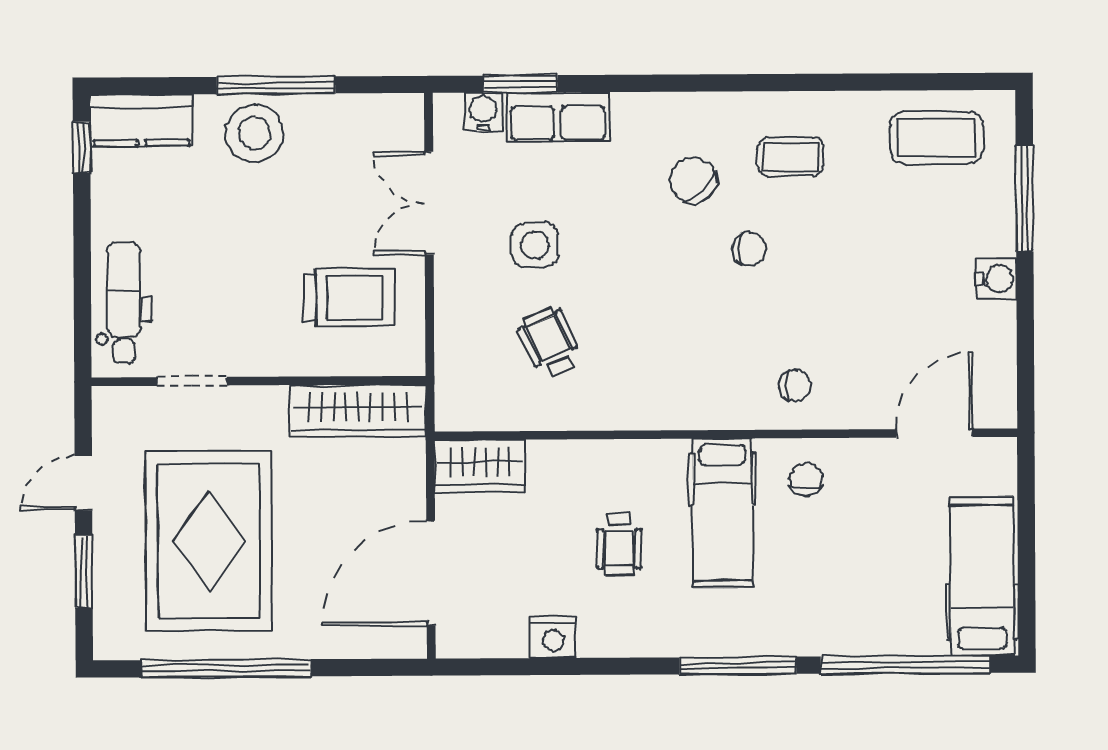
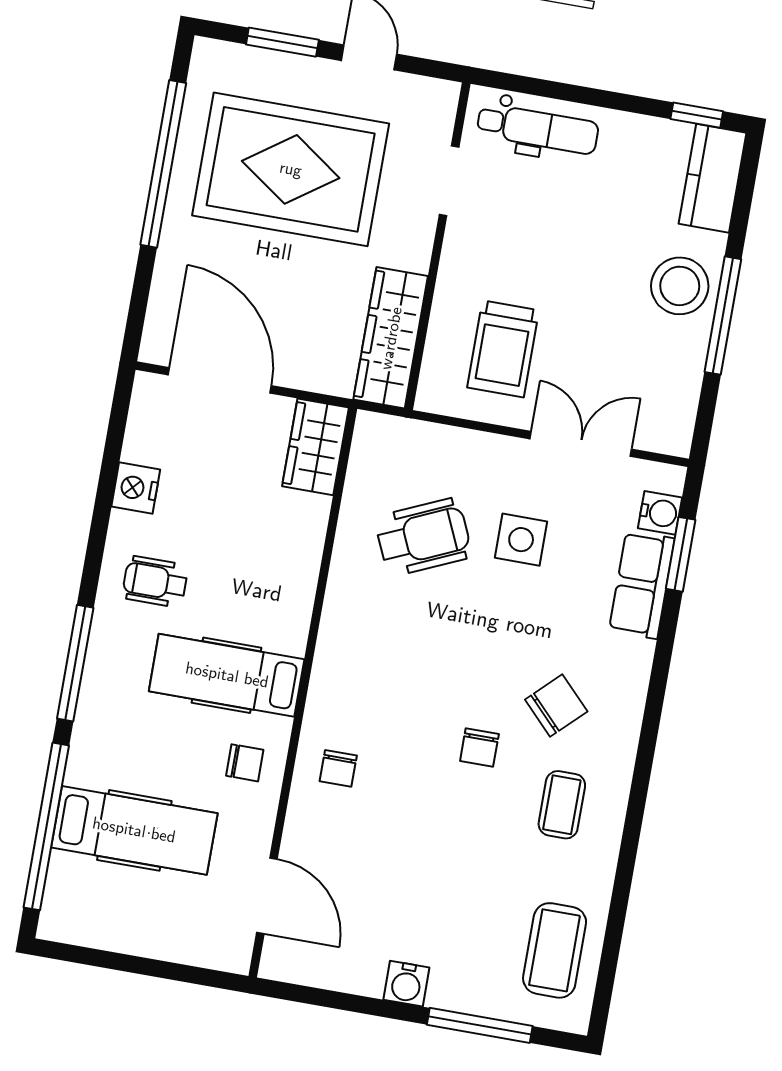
wheelchair: (550, 343) -> (423, 537), width x1.36, depth x1.37
wheelchair: (619, 544) -> (155, 582), moved
hospital bed: (982, 576) -> (134, 830), moved

